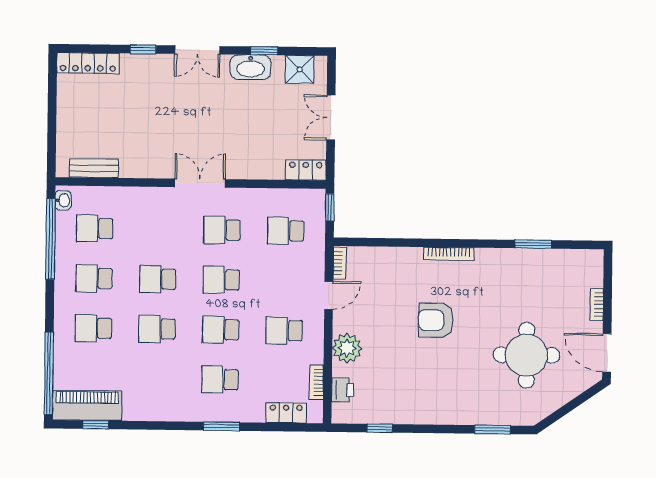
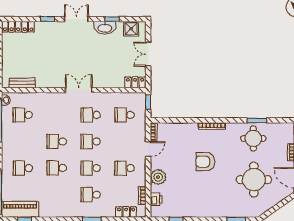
double door: (197, 50) -> (76, 19), swing flipped
school desk: (94, 278) -> (23, 141), removed
round table: (526, 278) -> (253, 138), added

